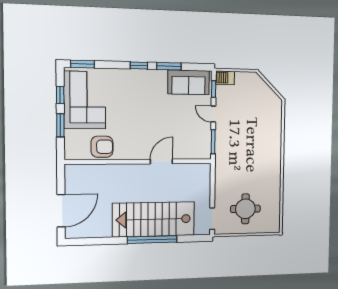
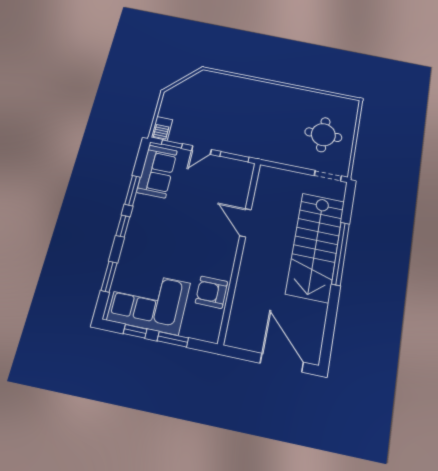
window: (83, 64) -> (109, 277), moved
armchair: (102, 147) -> (211, 292), turned -90

